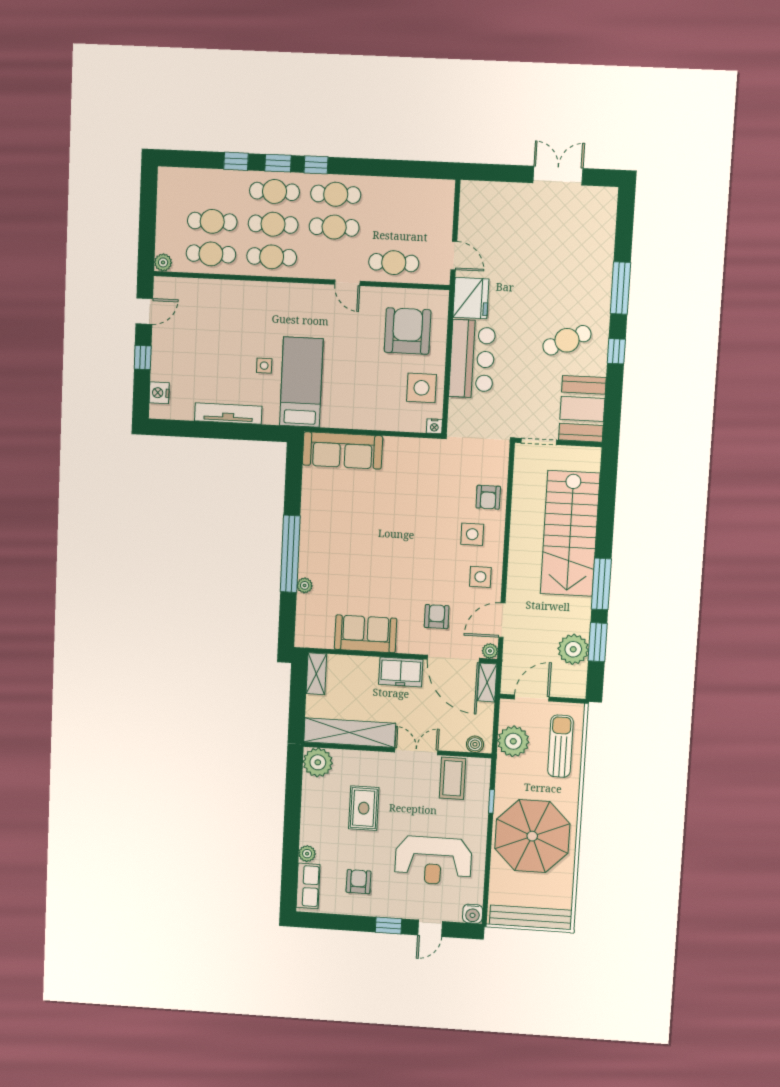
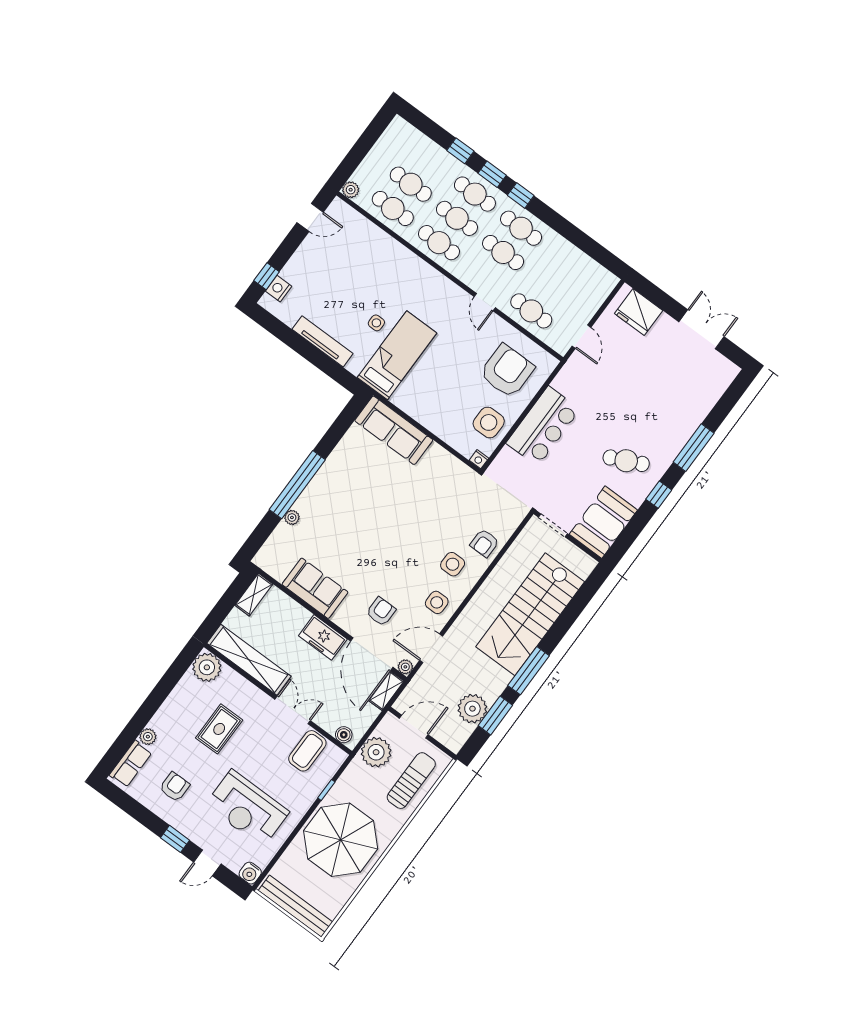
fridge: (471, 298) -> (639, 312), moved, turned 90
window: (143, 357) -> (267, 276), moved

